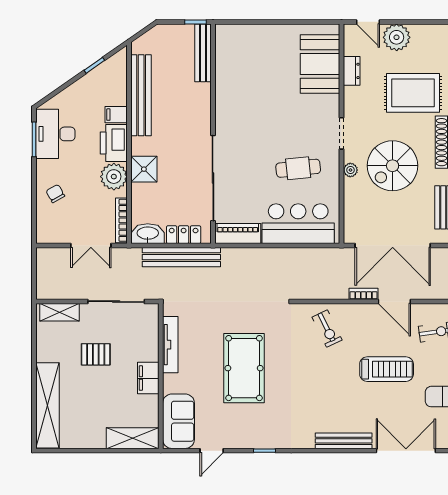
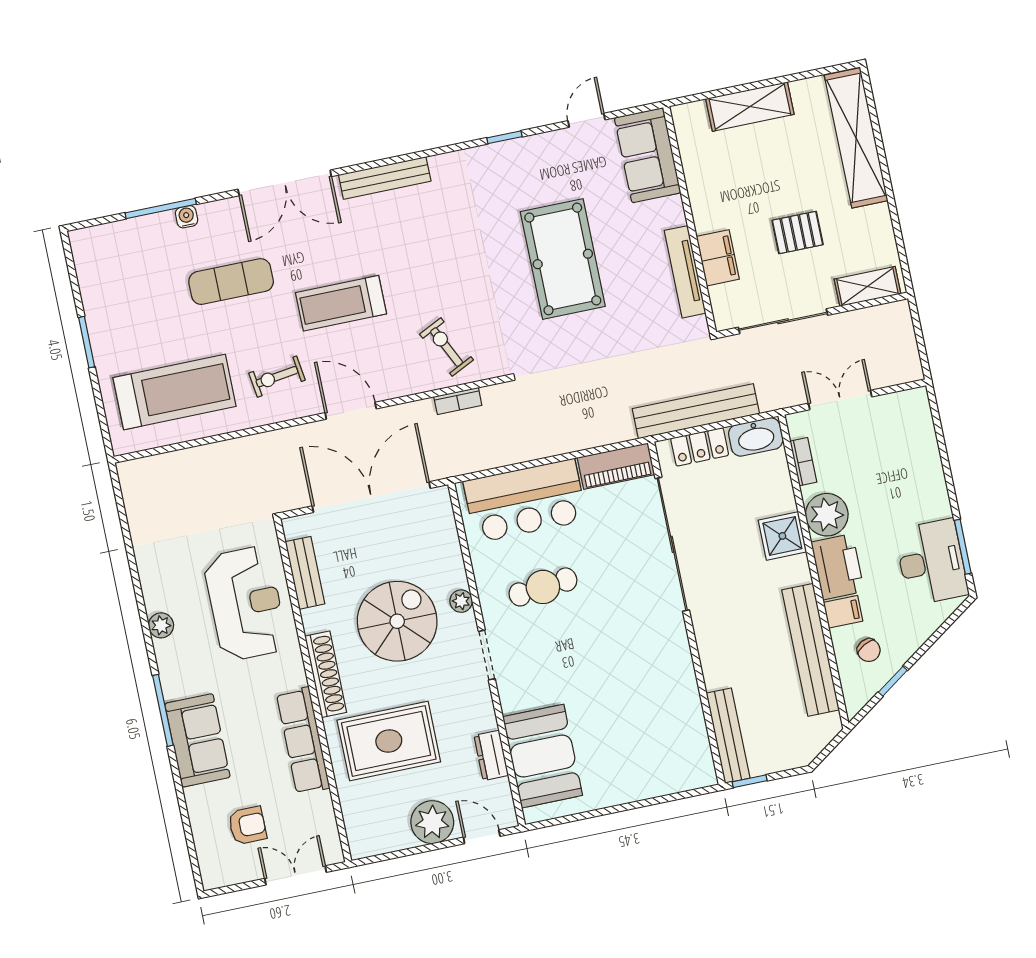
chair: (55, 194) -> (869, 650), moved
bookcase: (121, 220) -> (803, 462), width x0.64
bookcase: (364, 294) -> (458, 401), moved
filing cabinet: (148, 378) -> (718, 258), moved
shelving: (133, 438) -> (750, 107), moved

